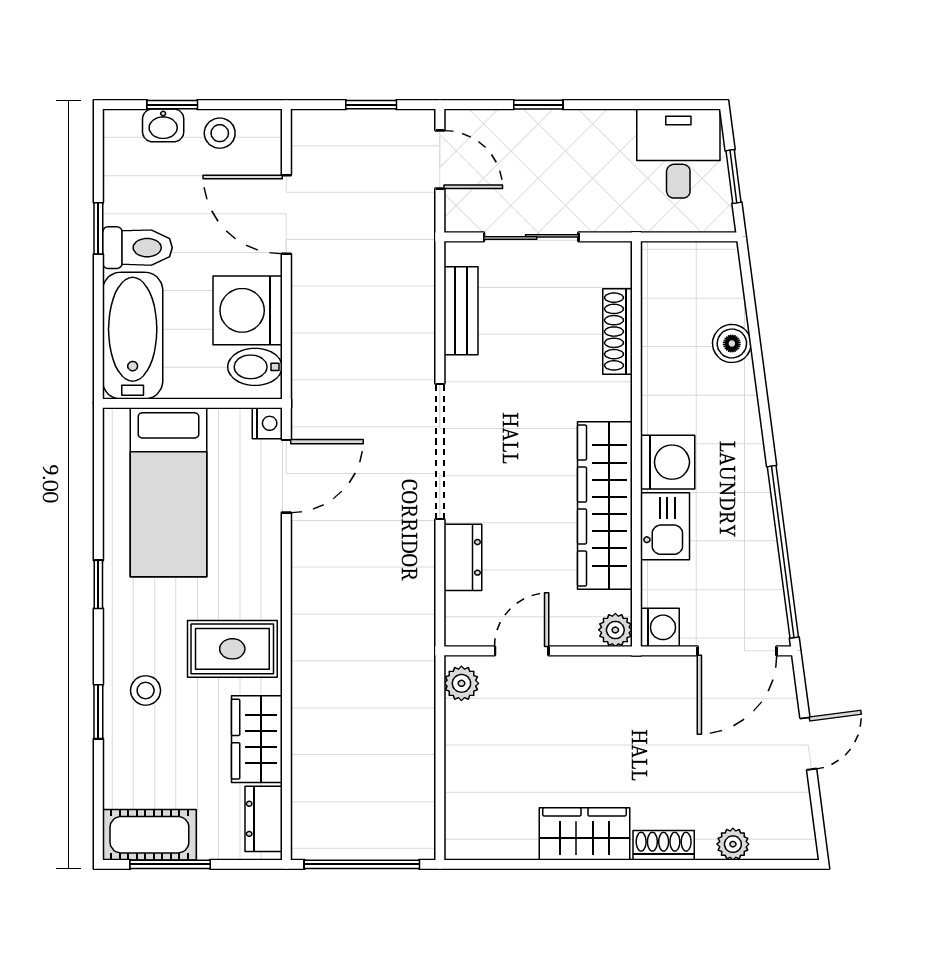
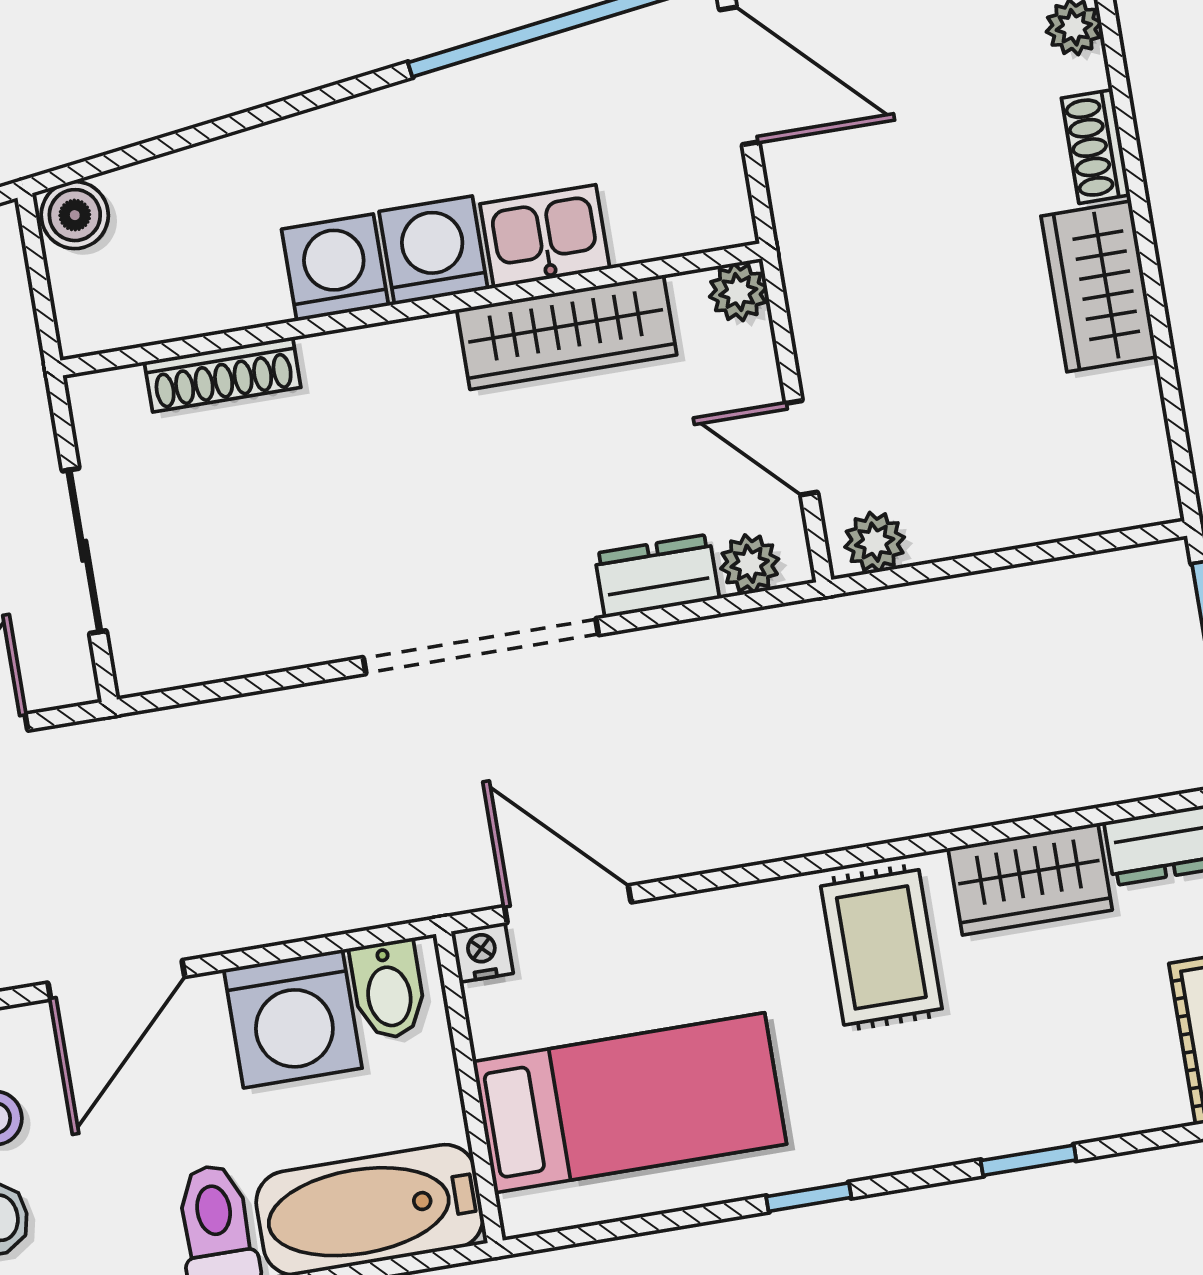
bench: (461, 311) -> (232, 650), removed
boiler: (732, 343) -> (75, 215), moved
wardrobe: (605, 506) -> (567, 332), width x0.71, depth x0.85
plant: (461, 611) -> (750, 564), added
washing machine: (660, 627) -> (335, 267), moved, width x1.38, depth x1.38
stool: (146, 690) -> (978, 1085), removed

